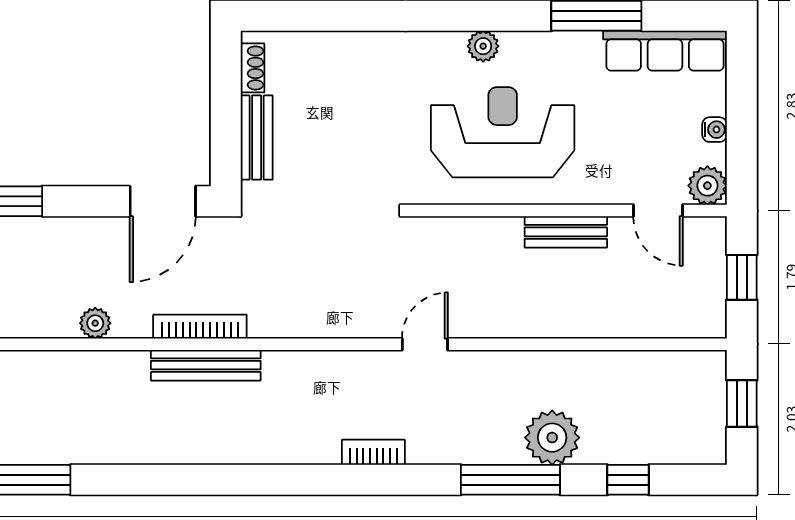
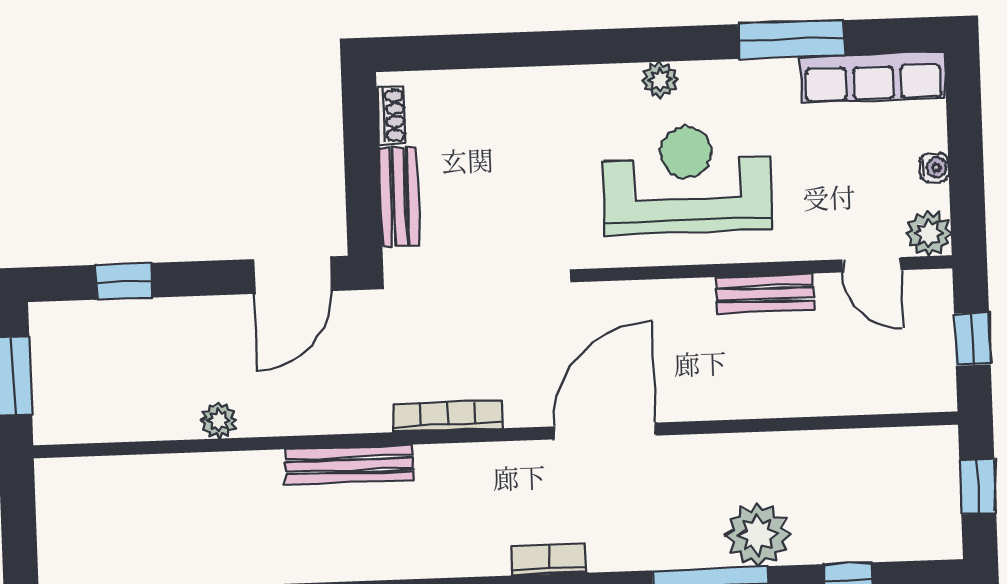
bookcase: (200, 327) -> (448, 416), moved
door: (425, 344) -> (605, 431), width x1.88

